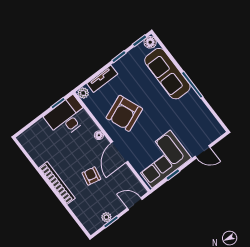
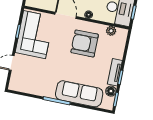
floor lamp: (150, 42) -> (111, 91), moved
tv unit: (102, 79) -> (115, 72), moved
plant: (83, 93) -> (111, 31), moved
armchair: (124, 113) -> (85, 43), turned -68

